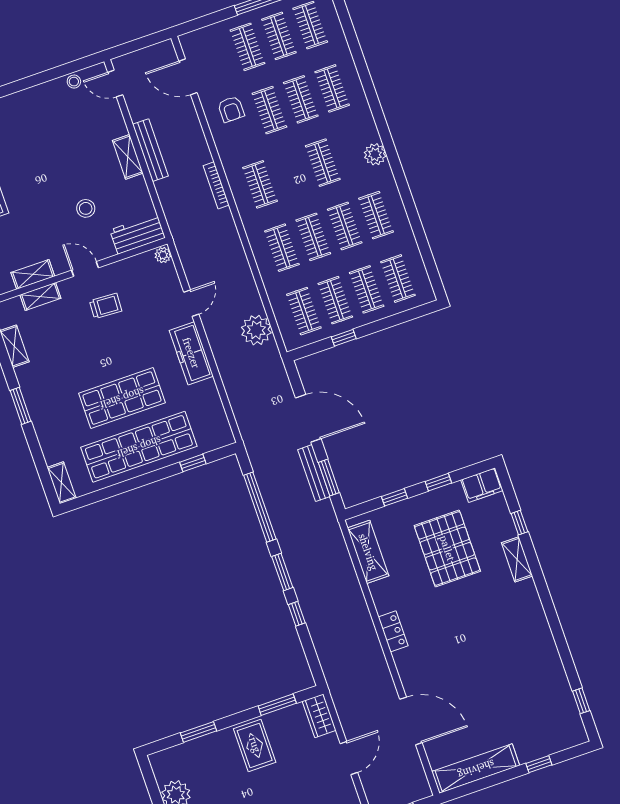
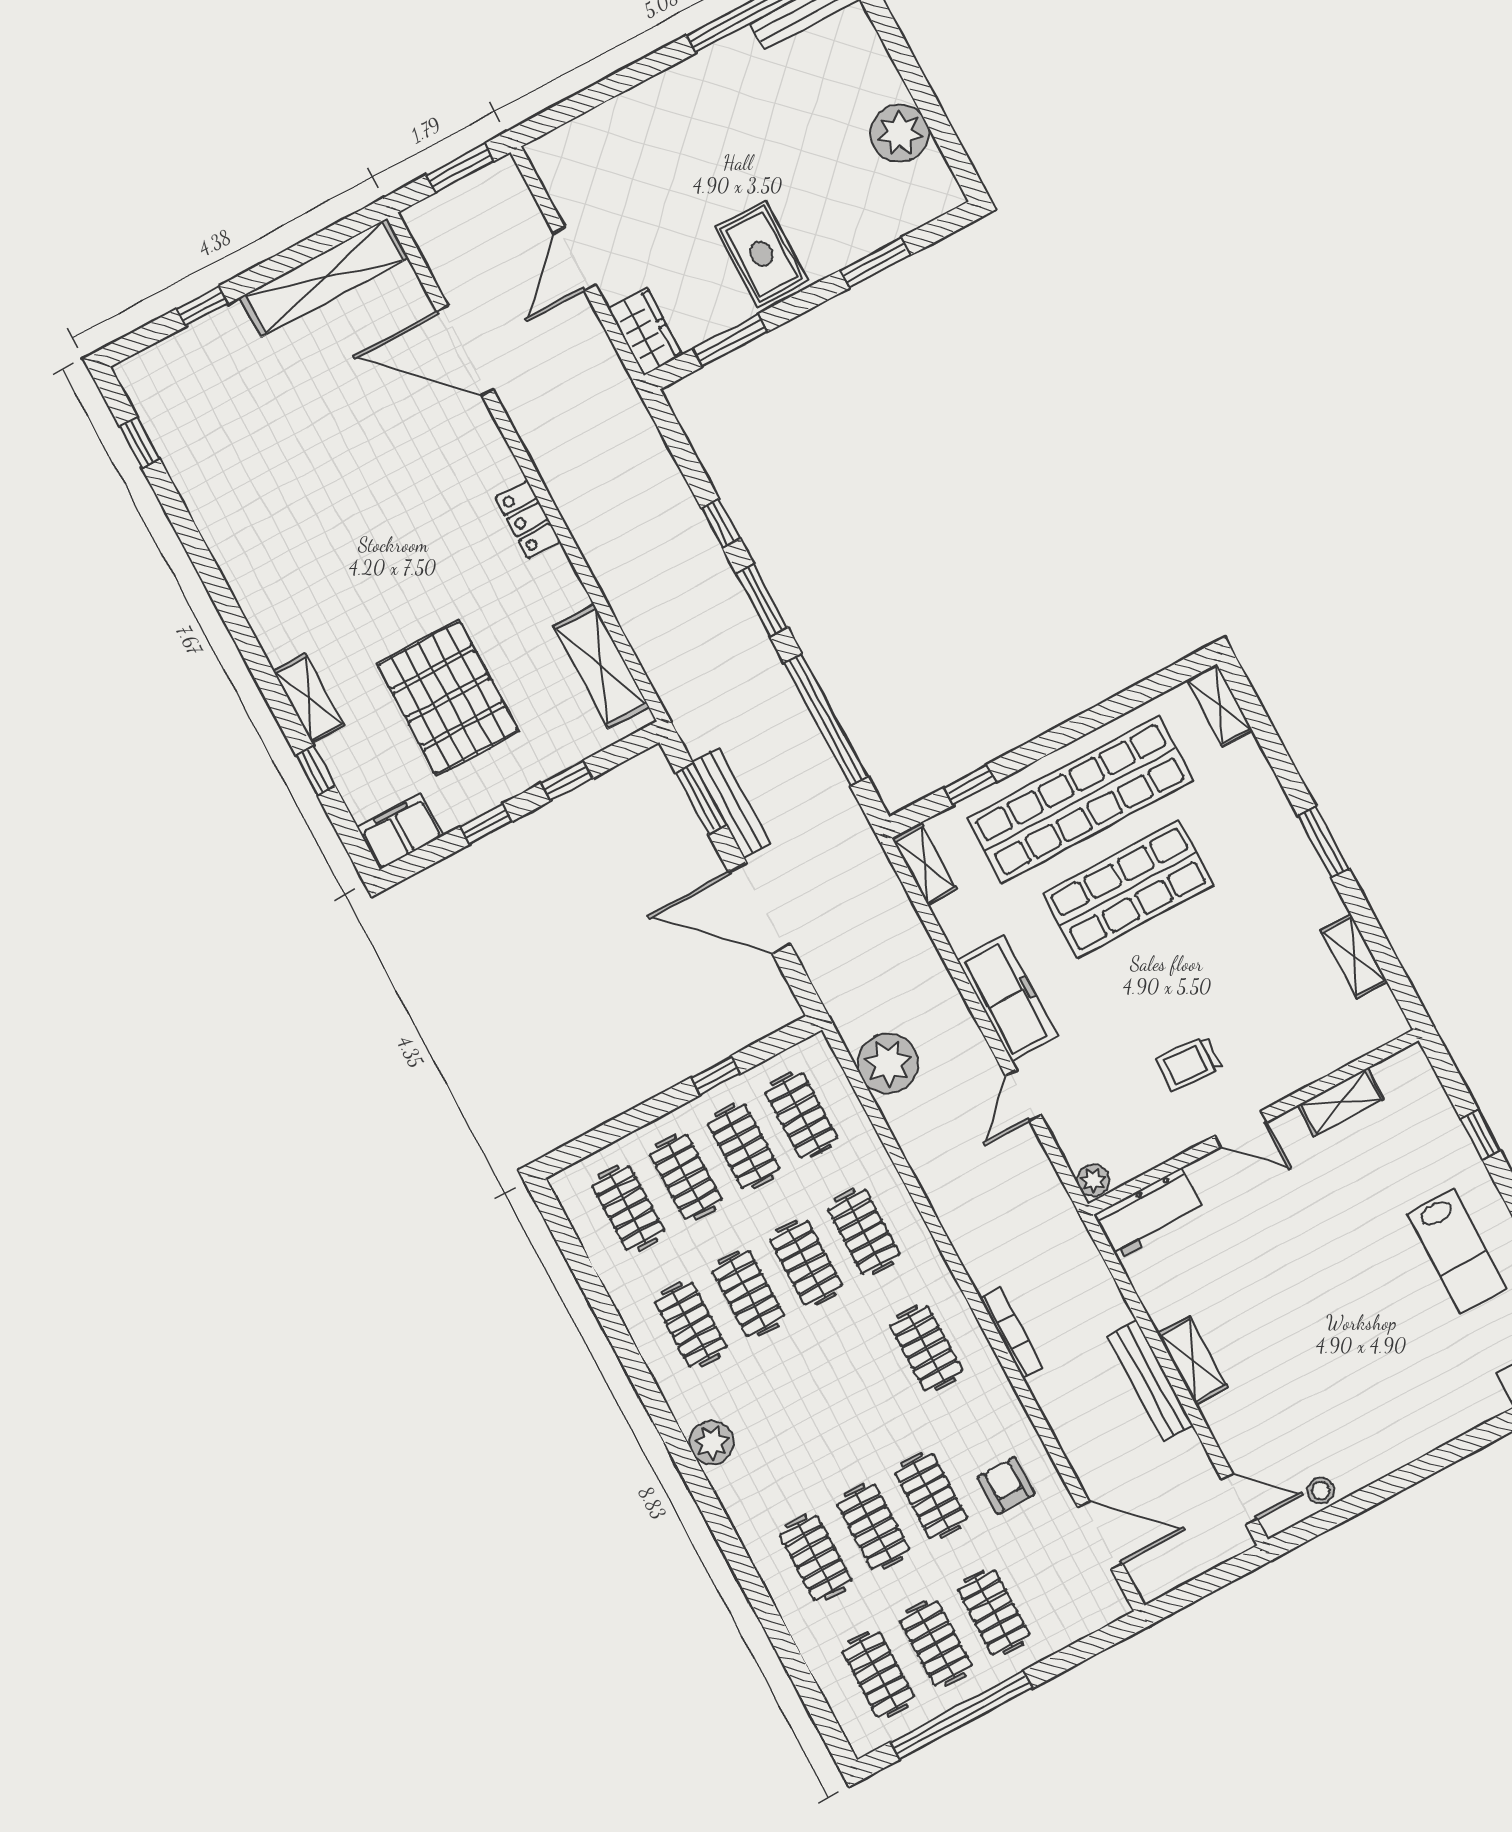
clothes rail: (323, 163) -> (811, 1410), removed
stool: (86, 208) -> (1258, 1247), removed
shelving: (40, 296) -> (925, 865), moved, turned 90

